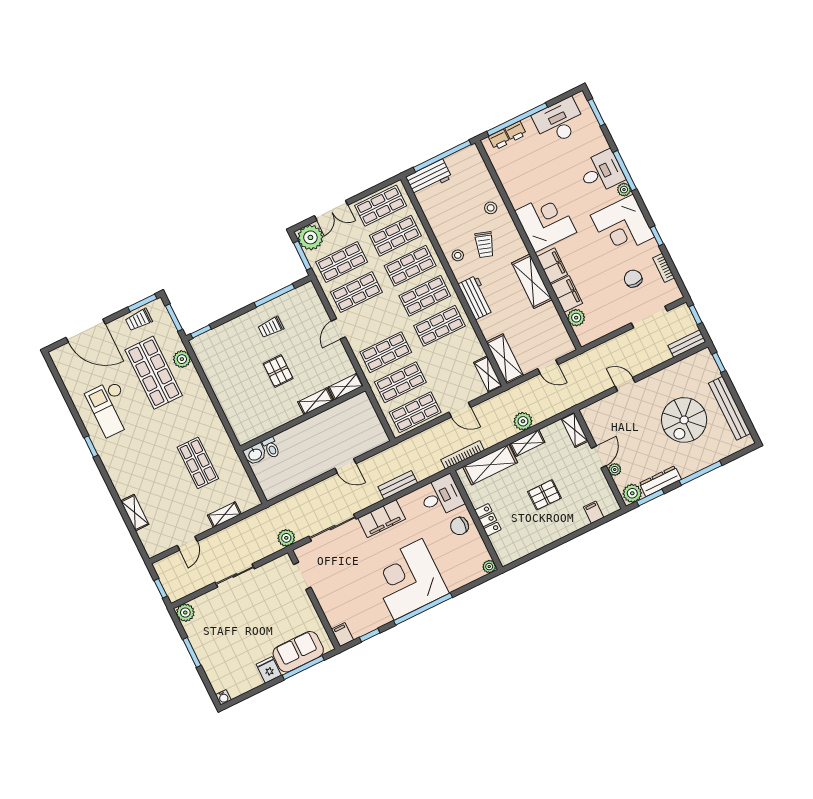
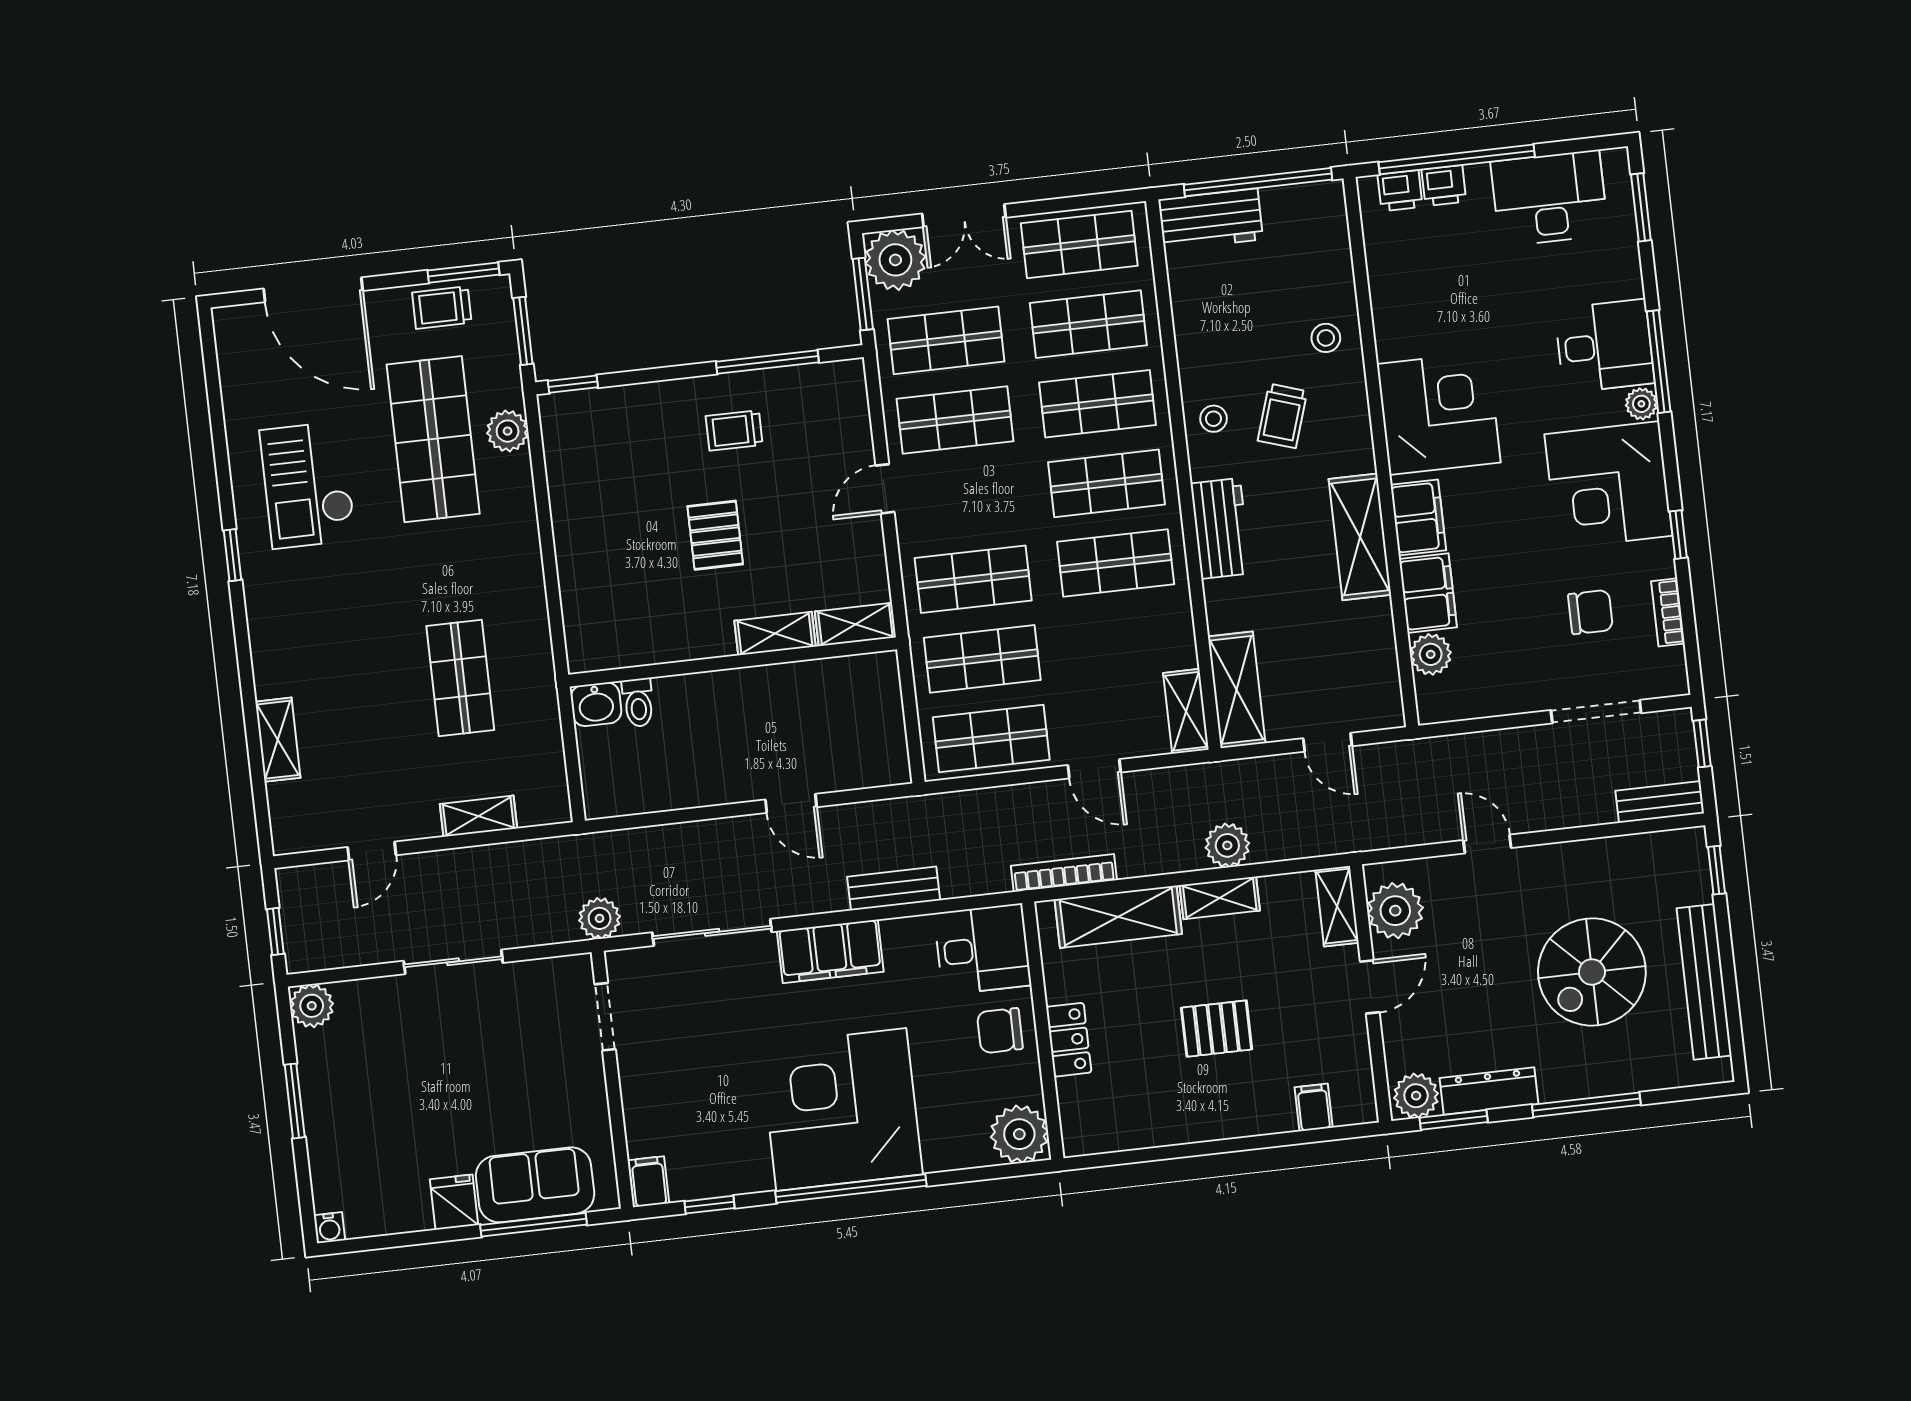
chair: (633, 279) -> (1590, 612), turned 90
plant: (615, 470) -> (1395, 911), moved, width x1.88, depth x1.88
plant: (489, 567) -> (1019, 1134), width x1.88, depth x1.88

